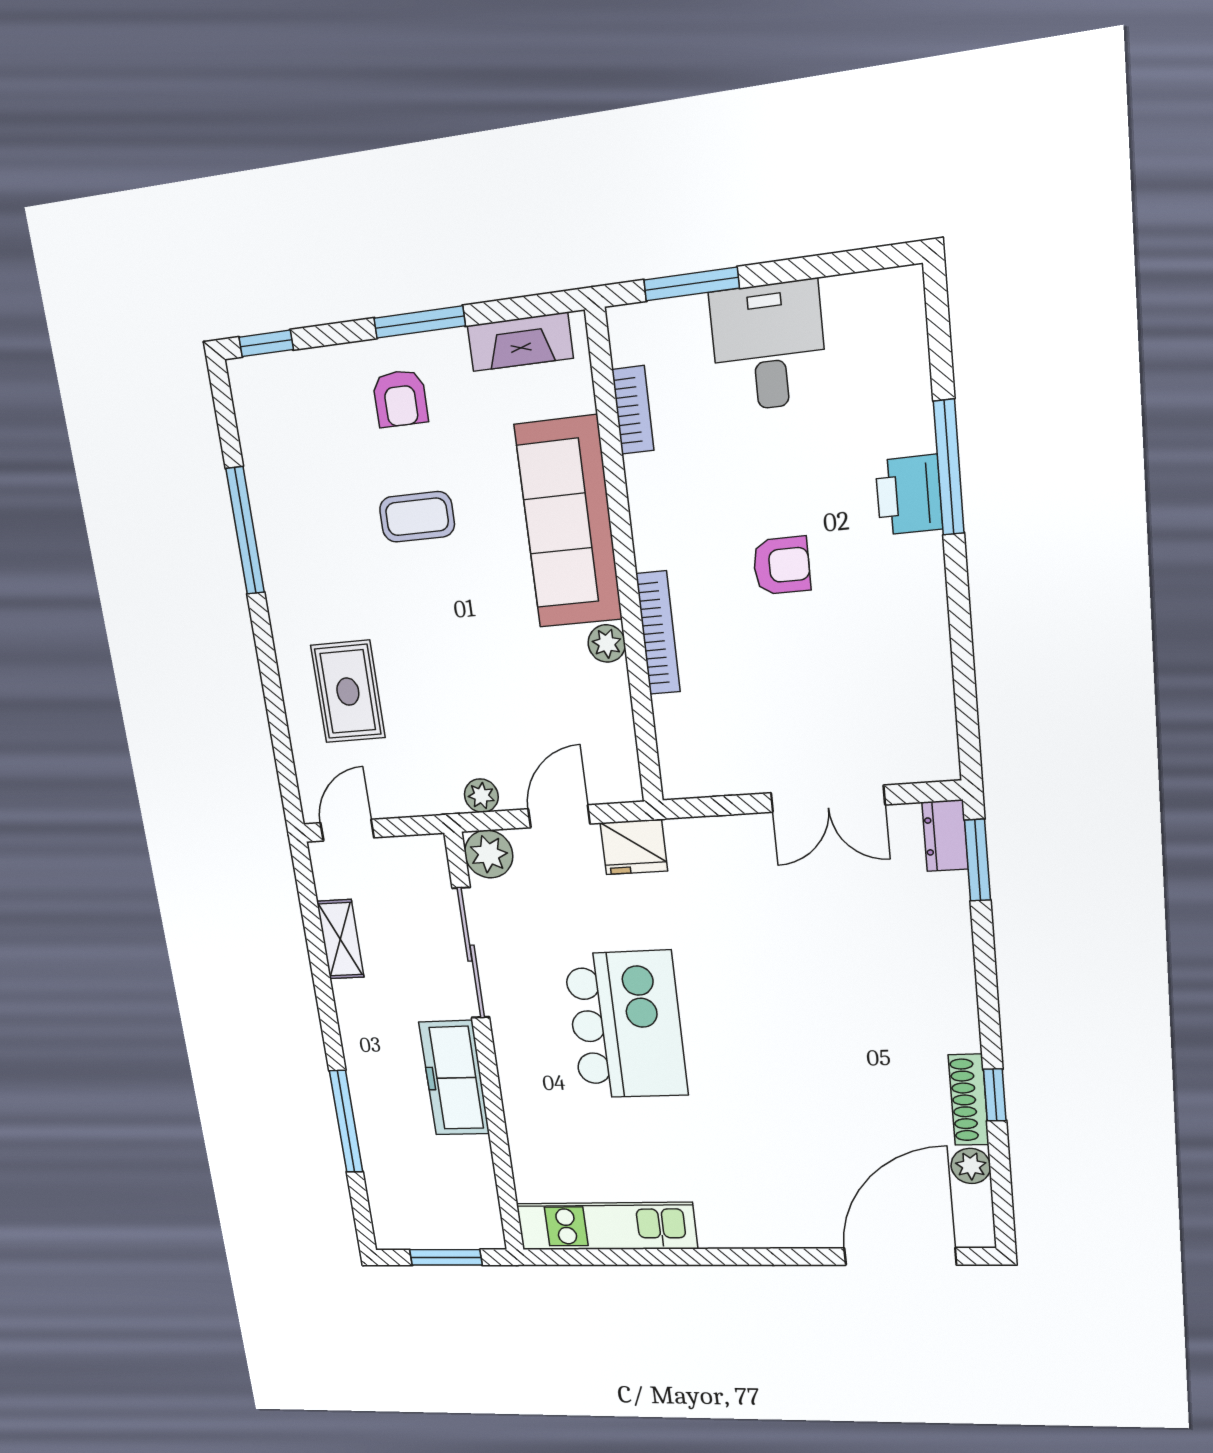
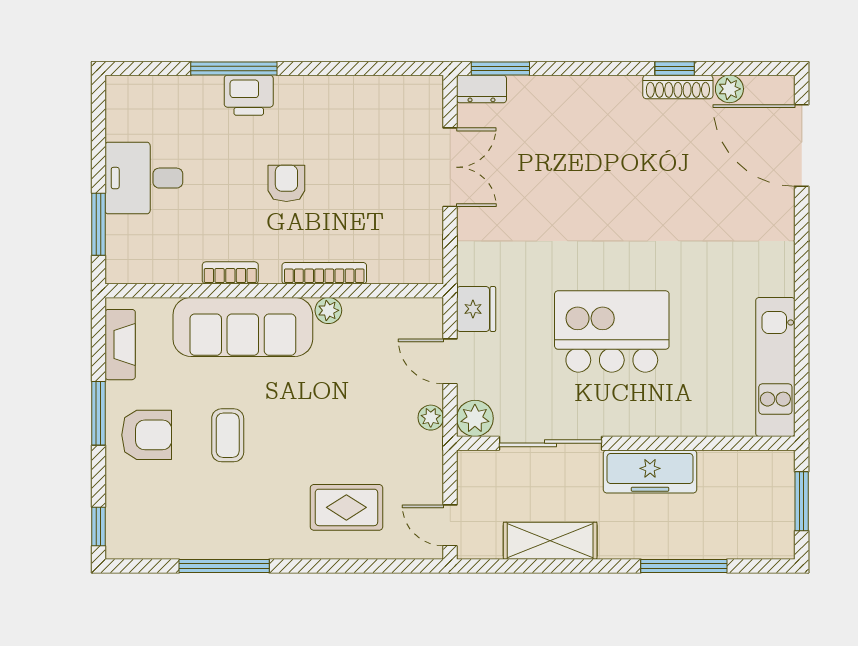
armchair: (400, 398) -> (147, 435), width x1.38, depth x1.38
bookcase: (633, 410) -> (230, 273), moved
shelving: (340, 939) -> (550, 541), width x1.50, depth x1.33

